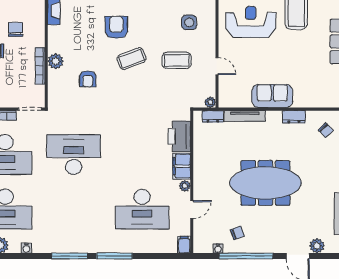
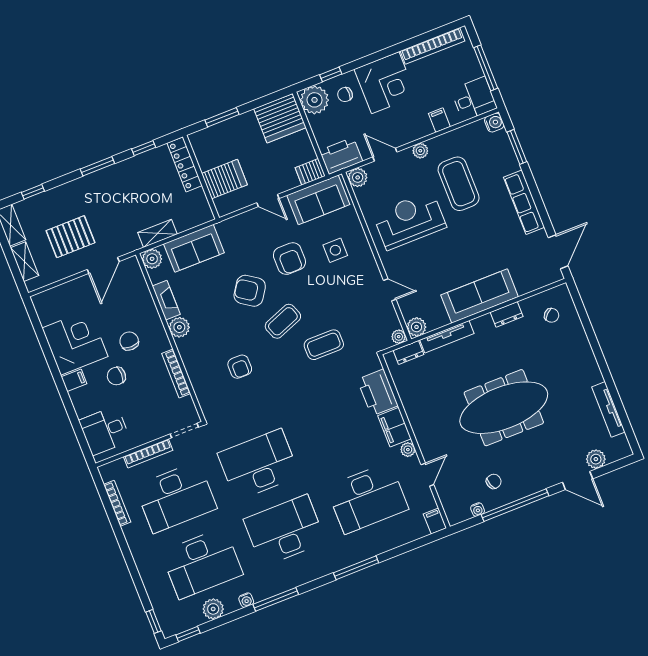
armchair: (154, 15) -> (289, 259), added
armchair: (116, 27) -> (250, 291), turned -56
coffee table: (177, 60) -> (324, 345), moved
plant: (56, 61) -> (179, 327), moved
sofa: (272, 96) -> (480, 296), width x1.36
plant: (226, 100) -> (417, 327), added
desk: (74, 209) -> (285, 531), added
window: (70, 256) -> (276, 599), moved

